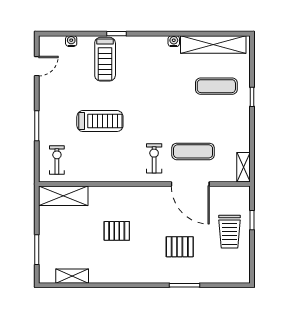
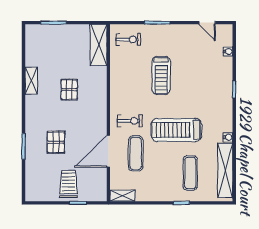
treadmill: (105, 59) -> (176, 130), moved, width x1.37, depth x1.38
trolley: (229, 232) -> (68, 184), turned 90
shelving: (72, 276) -> (31, 81), moved

